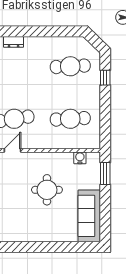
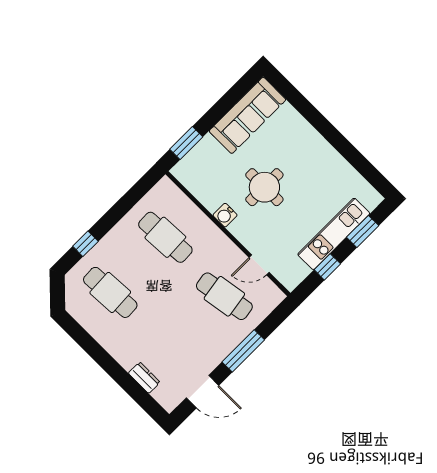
water cooler: (80, 158) -> (225, 215), moved

